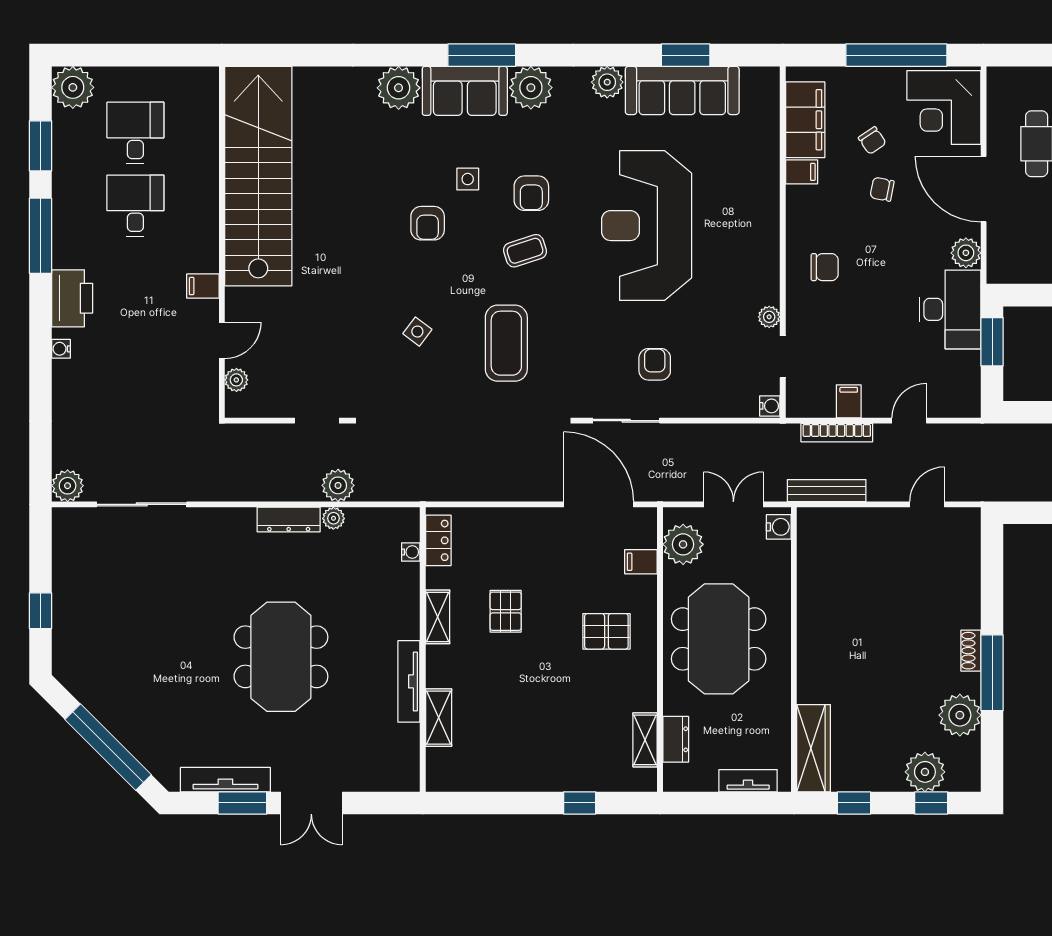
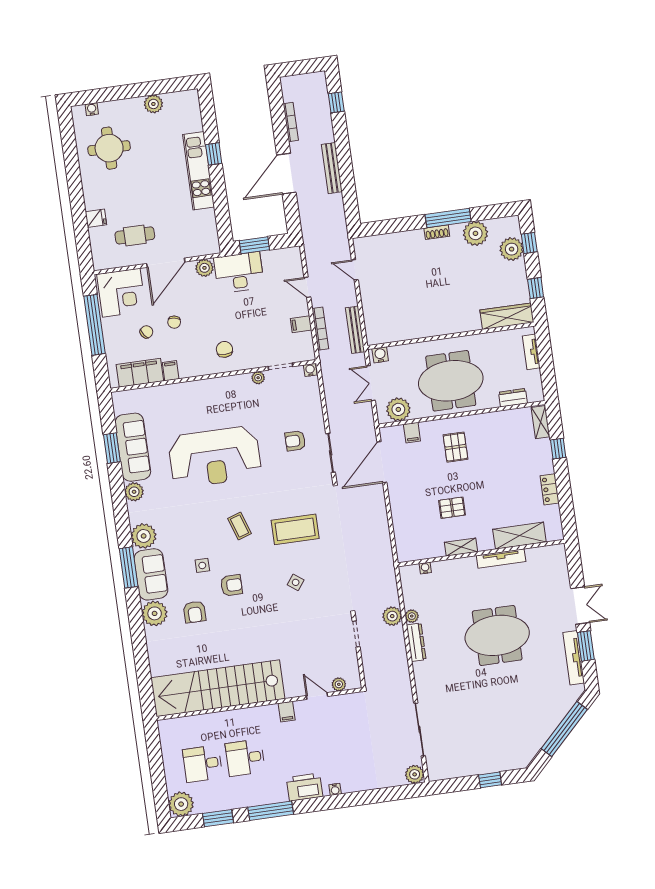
armchair: (531, 193) -> (195, 612), moved, turned 90
locker: (438, 540) -> (550, 489), moved, turned -90
shelving: (439, 718) -> (519, 536), width x1.50, depth x1.33
shelving: (645, 740) -> (541, 422), moved, turned 90

